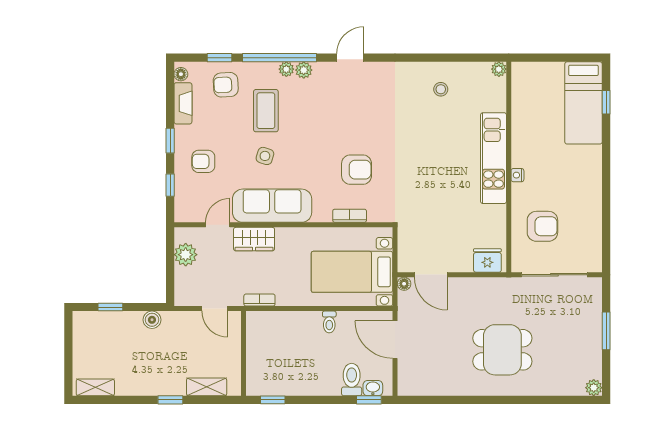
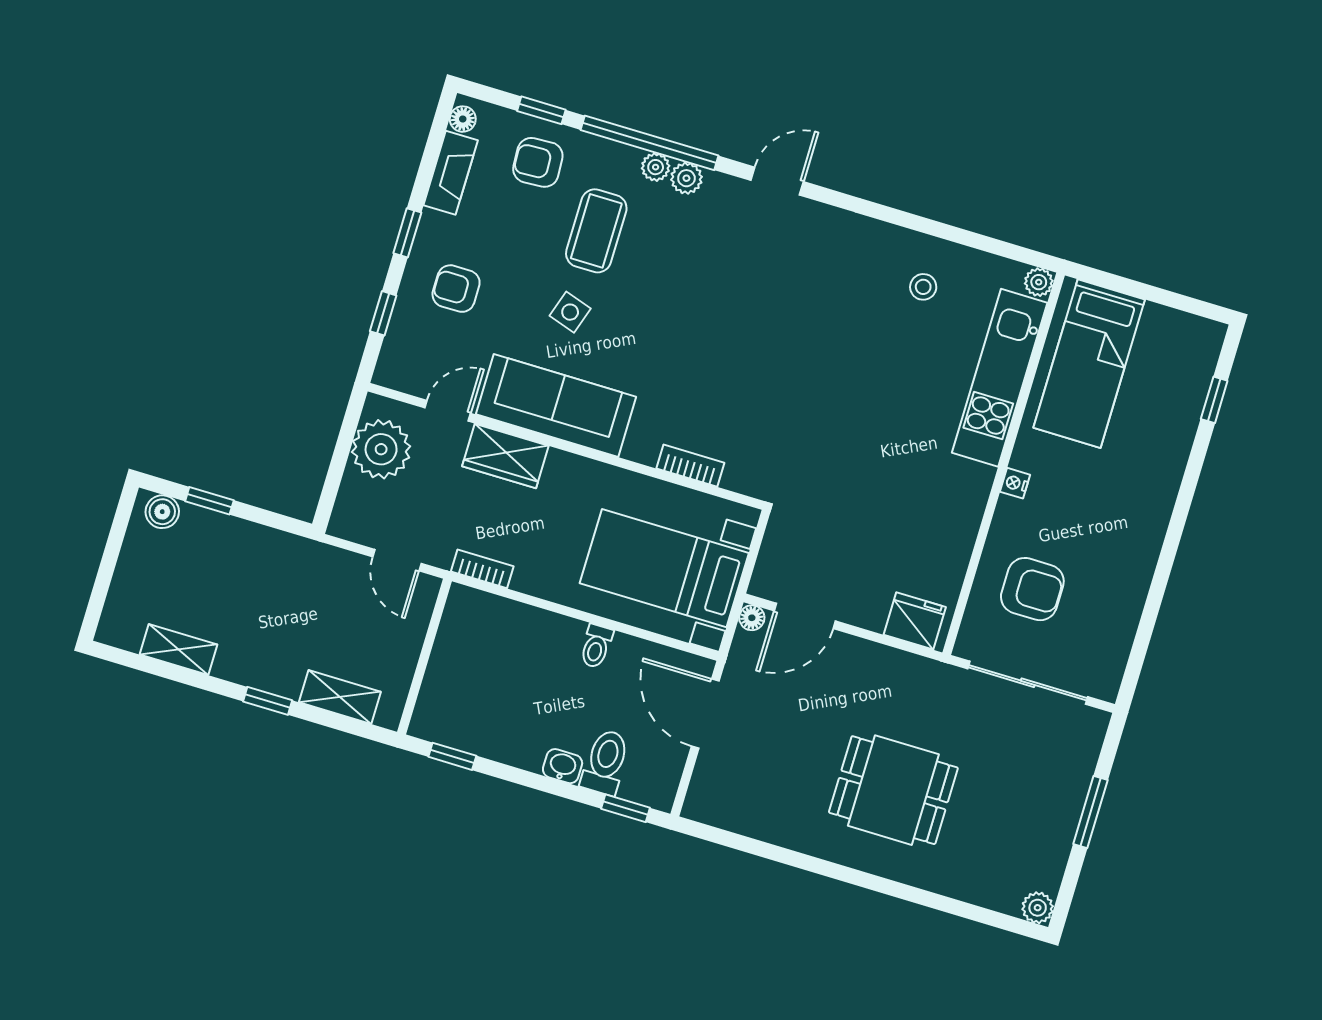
bed: (583, 103) -> (1089, 364), moved
kitchen unit: (493, 158) -> (1000, 378), moved
armchair: (357, 170) -> (728, 386), removed
plant: (186, 255) -> (381, 449), width x1.36, depth x1.36
door: (431, 275) -> (805, 616), hinge flipped
boiler: (152, 320) -> (162, 512), moved
shelving: (95, 387) -> (179, 650), moved
washbasin: (373, 388) -> (563, 766), moved

